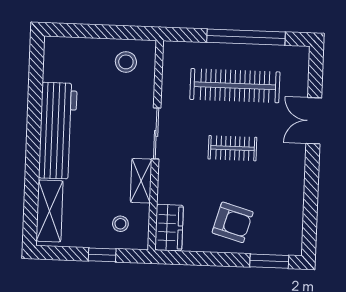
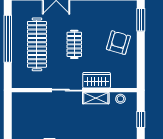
stool: (126, 62) -> (25, 110), removed
stool: (120, 224) -> (120, 99), moved
wardrobe: (169, 228) -> (97, 80), moved

